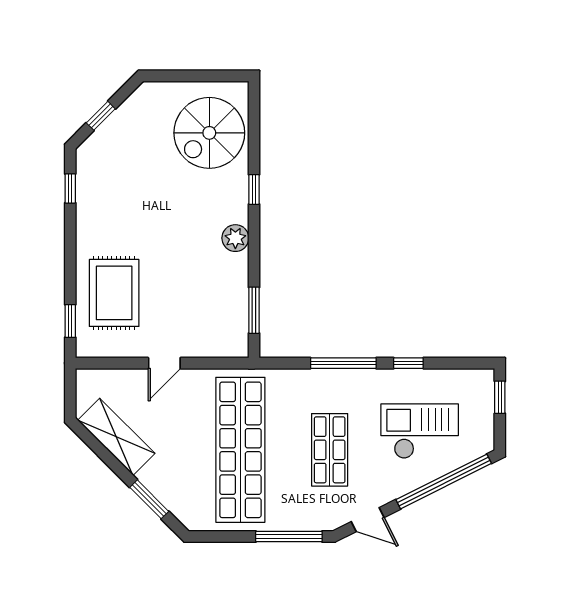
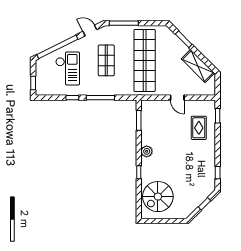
spiral stairs: (209, 133) -> (158, 197), turned 180
rug: (114, 293) -> (199, 128), width x0.73, depth x0.70
door: (164, 363) -> (177, 98), swing flipped
checkout: (420, 431) -> (68, 68), turned -90

